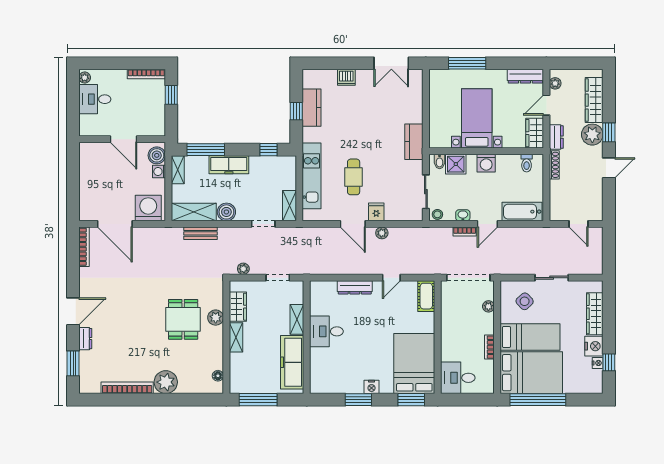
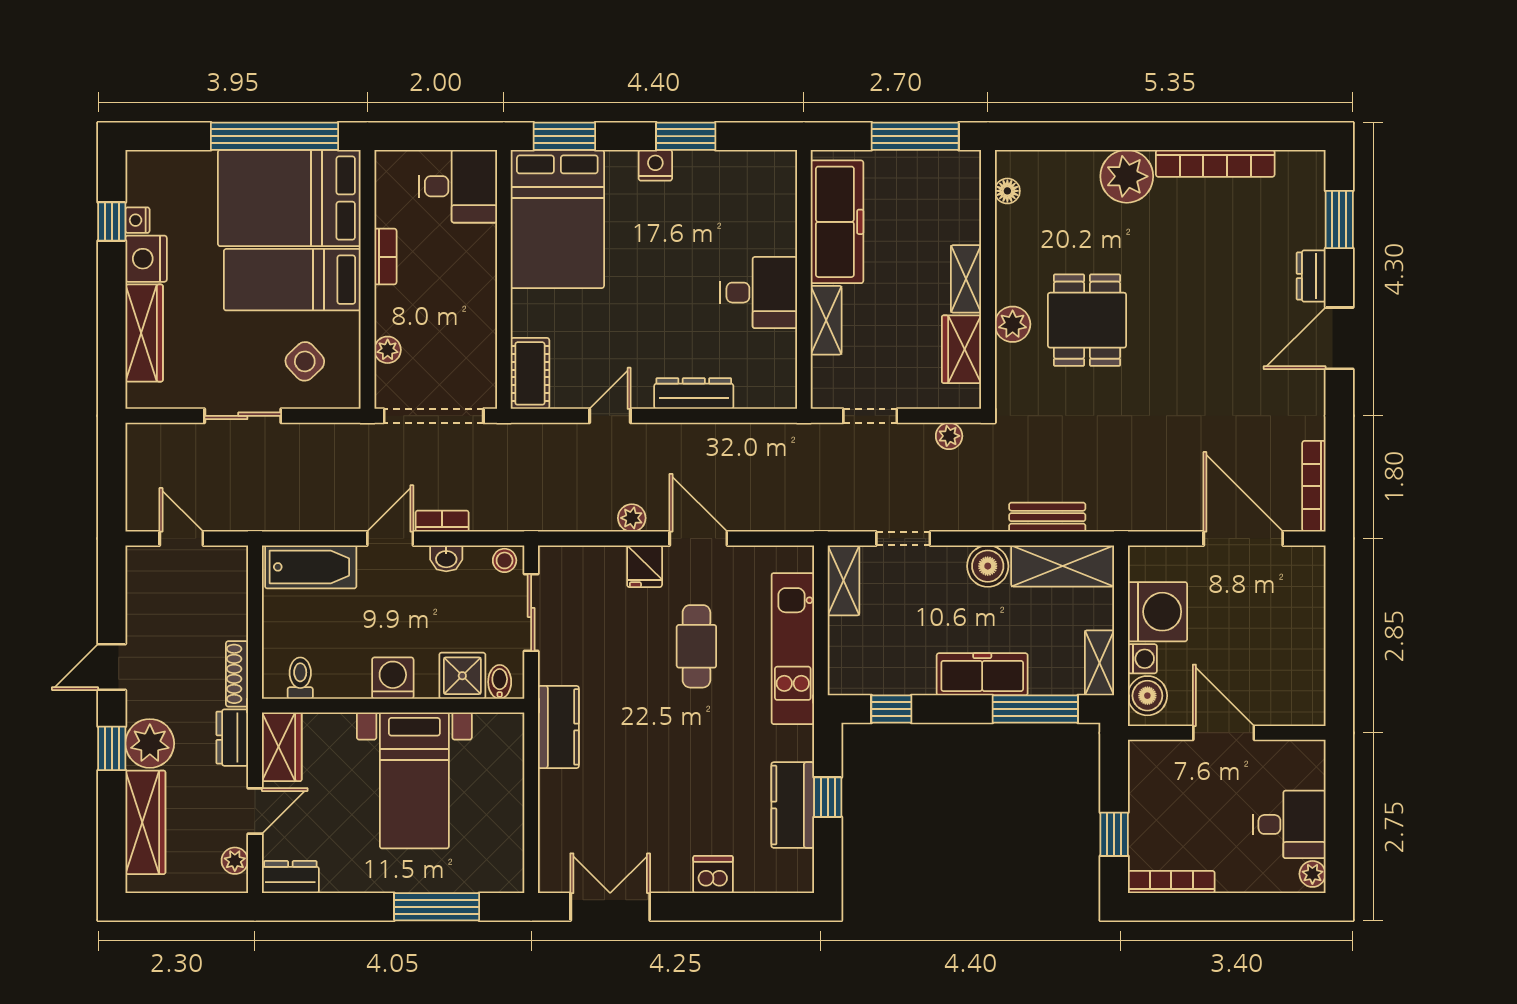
dresser: (525, 76) -> (290, 877), width x0.70
washing machine: (148, 208) -> (1157, 612), moved, turned -90

